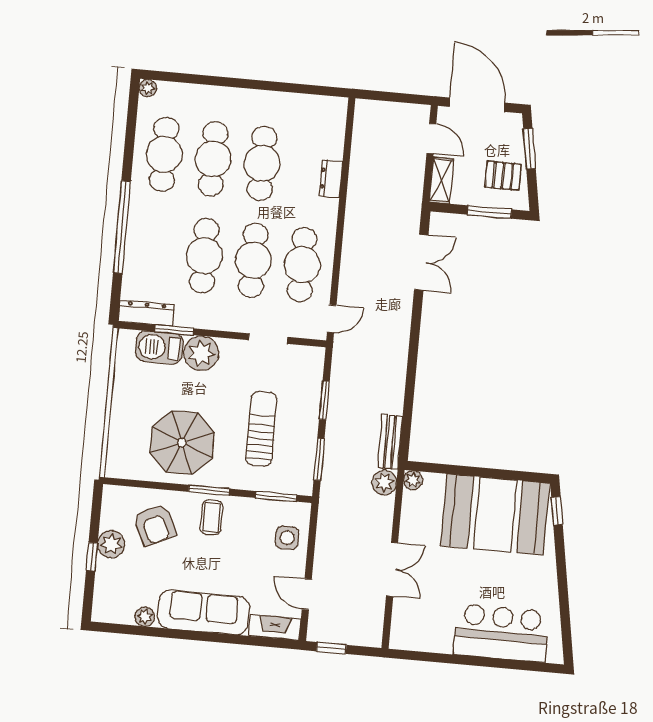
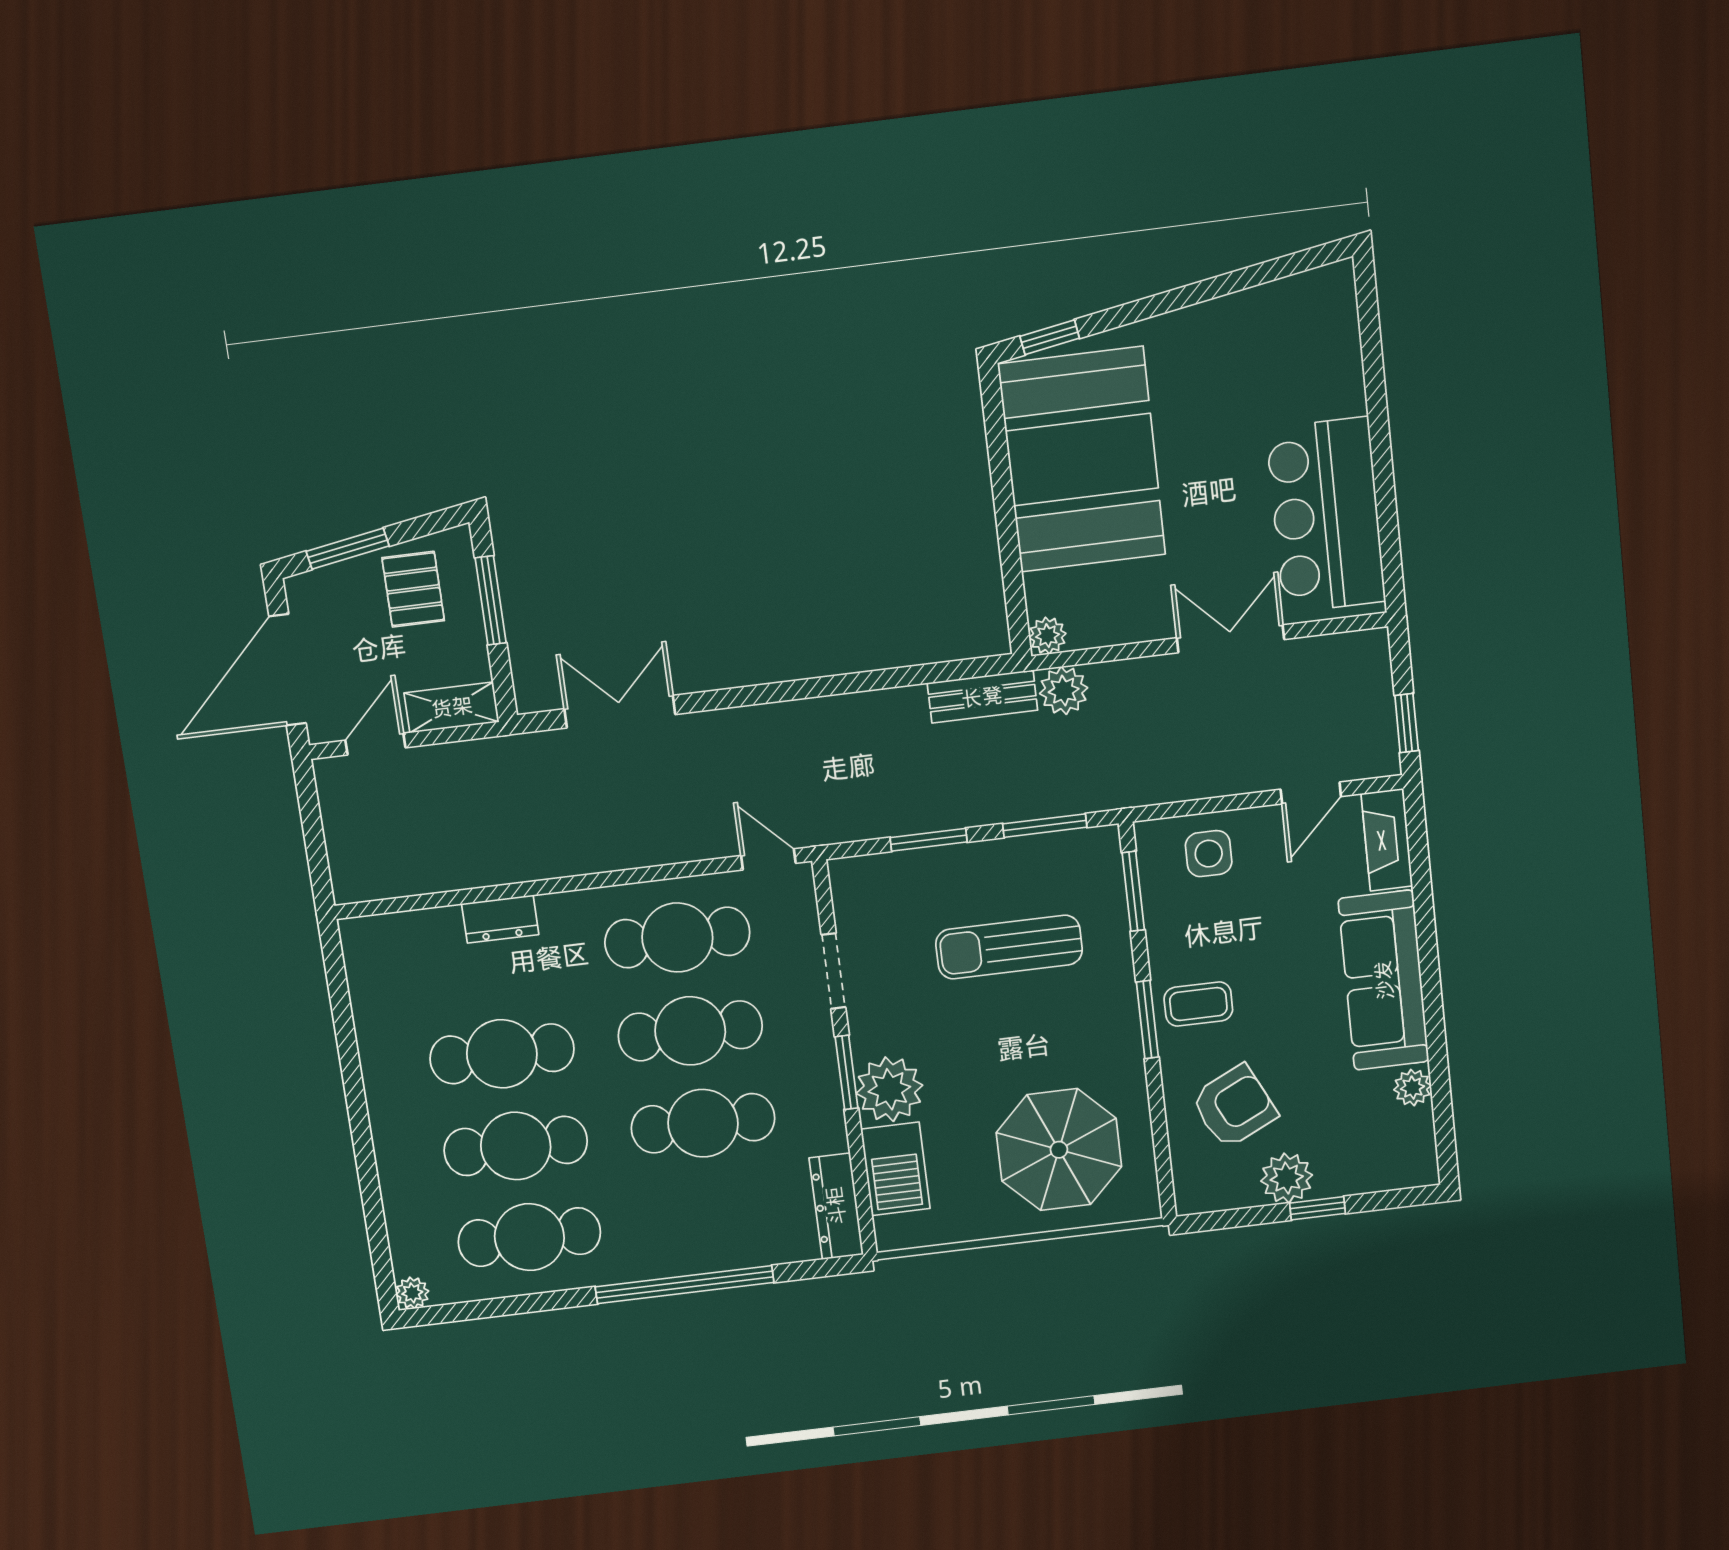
window: (174, 330) -> (847, 1072), moved
parasol: (182, 442) -> (1059, 1150), moved
bar counter: (501, 633) -> (1326, 515), moved

